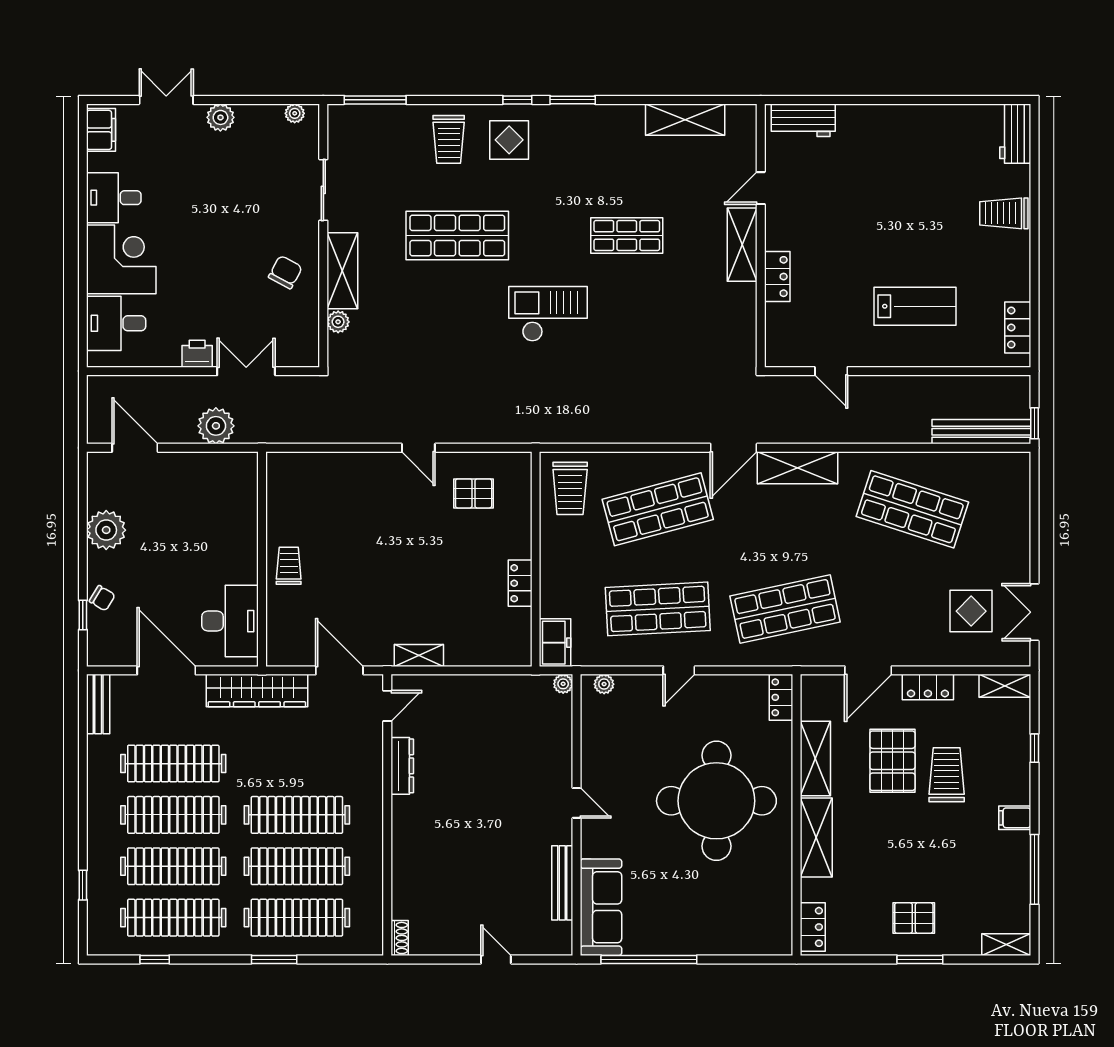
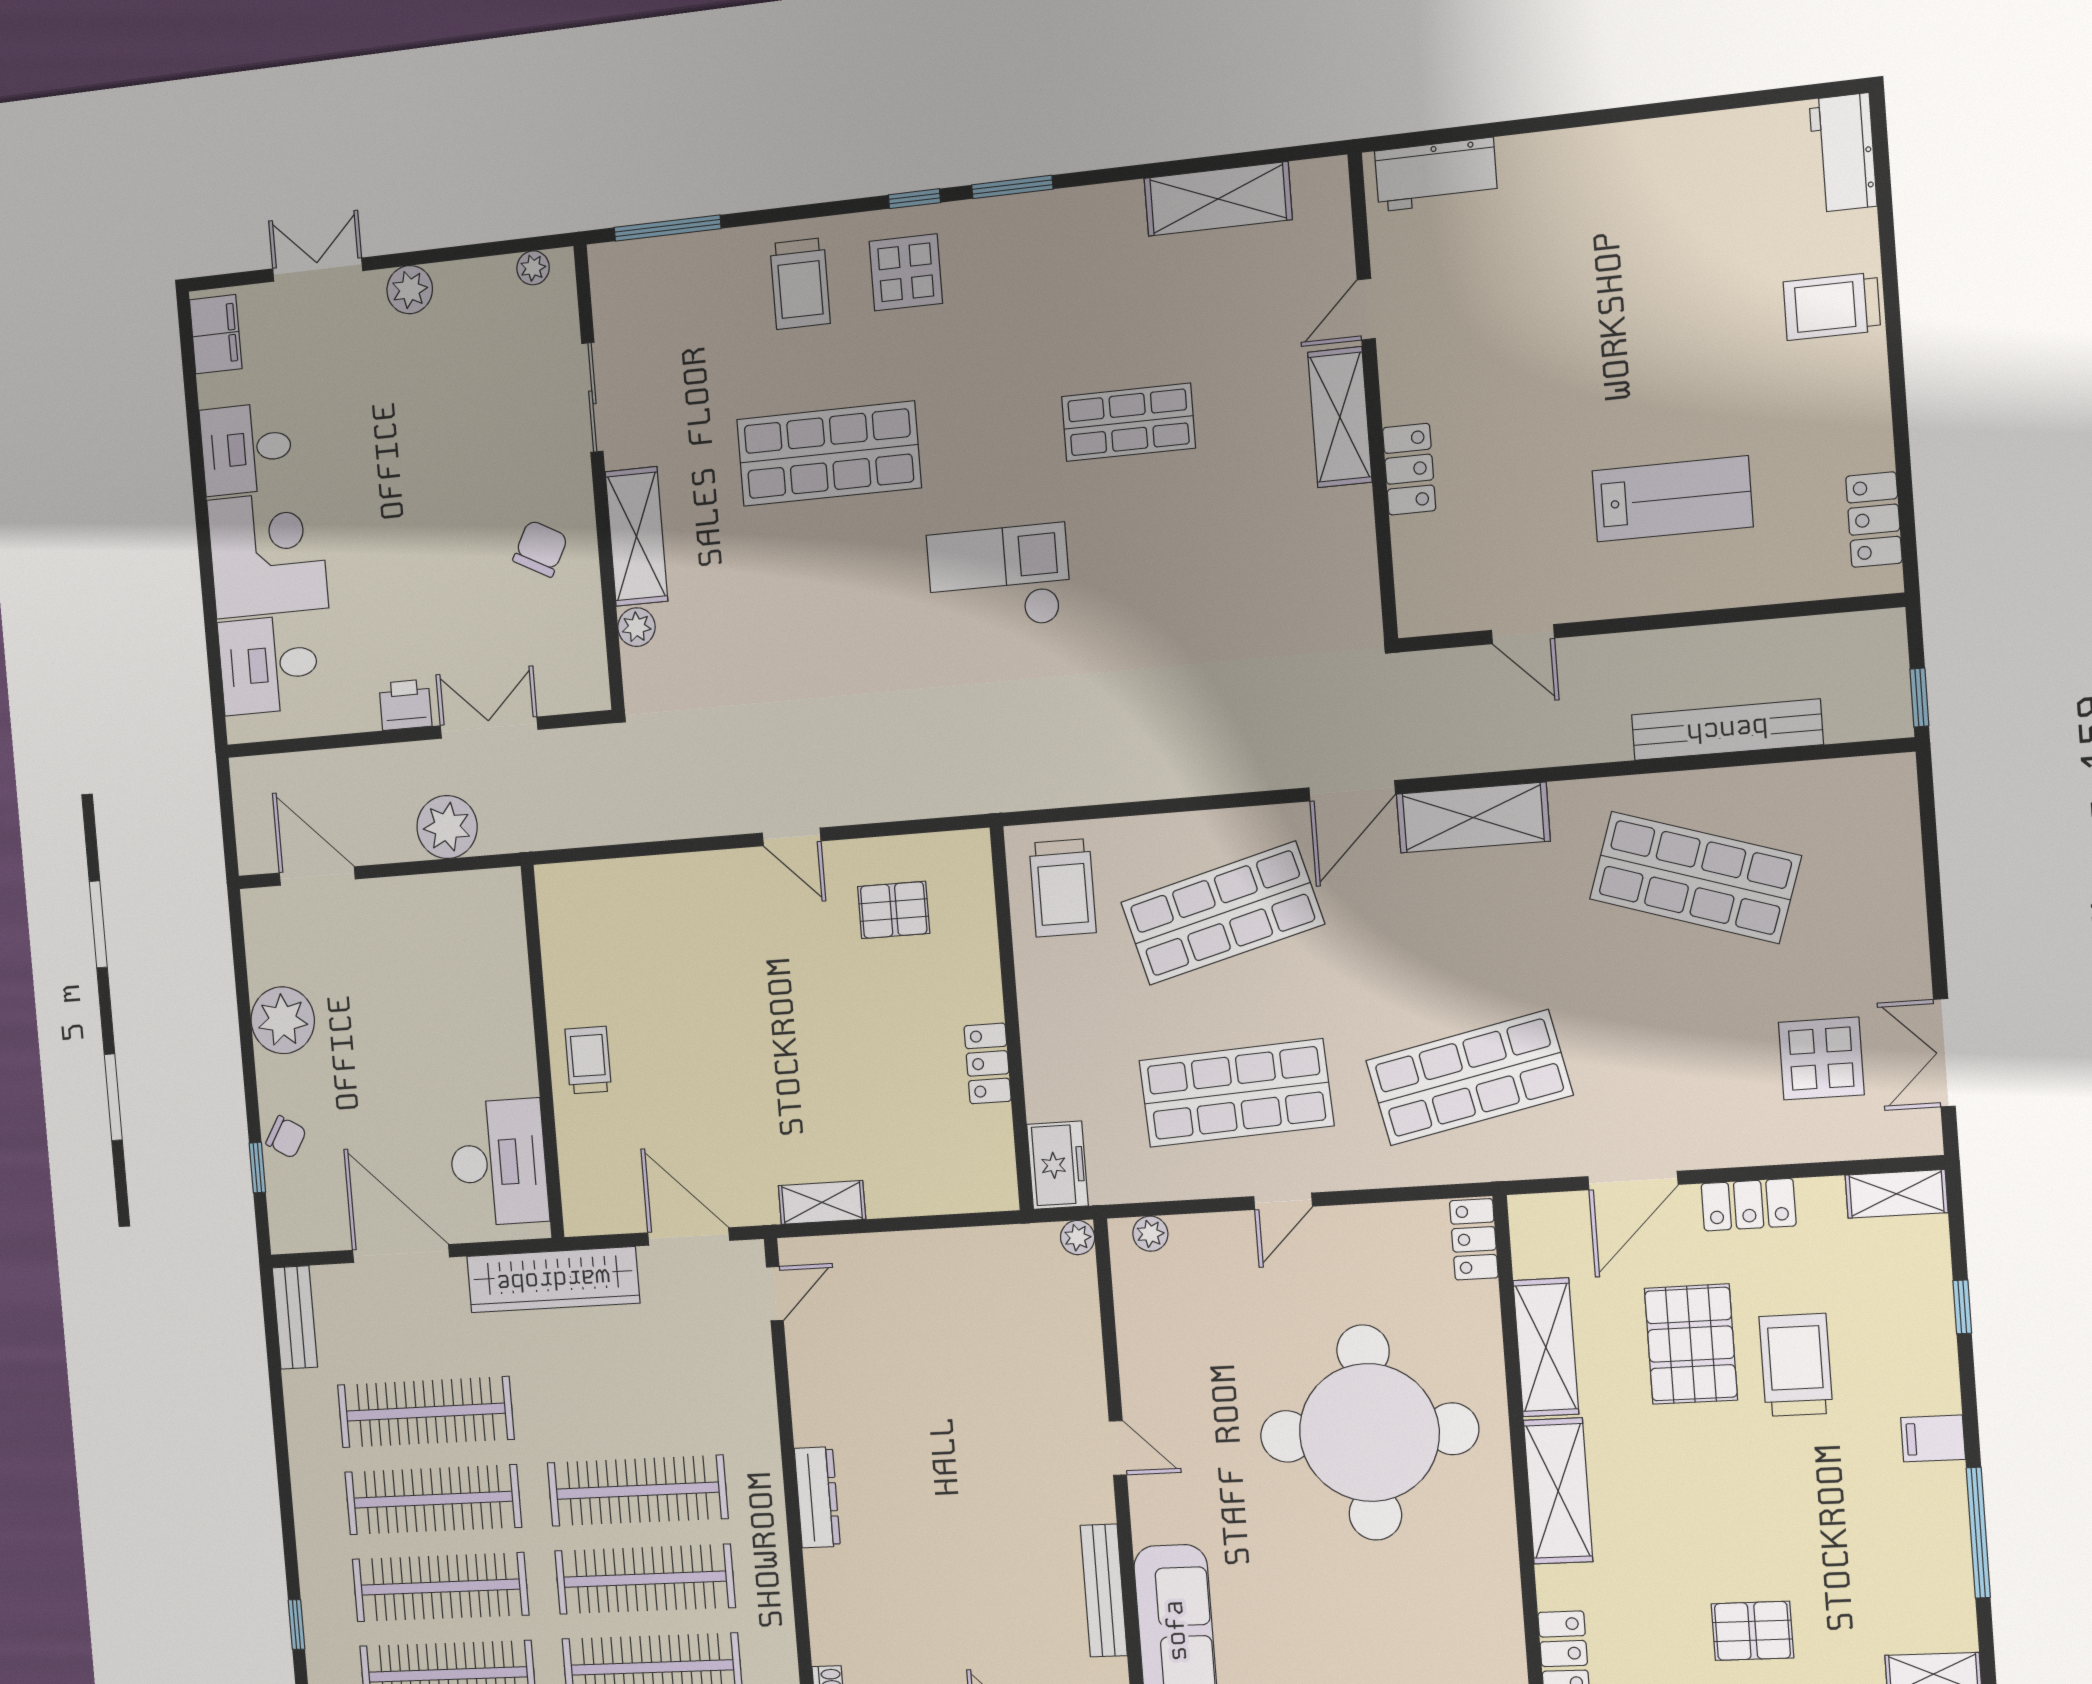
bench: (981, 432) -> (1727, 730), moved
dresser: (402, 766) -> (817, 1497), moved

